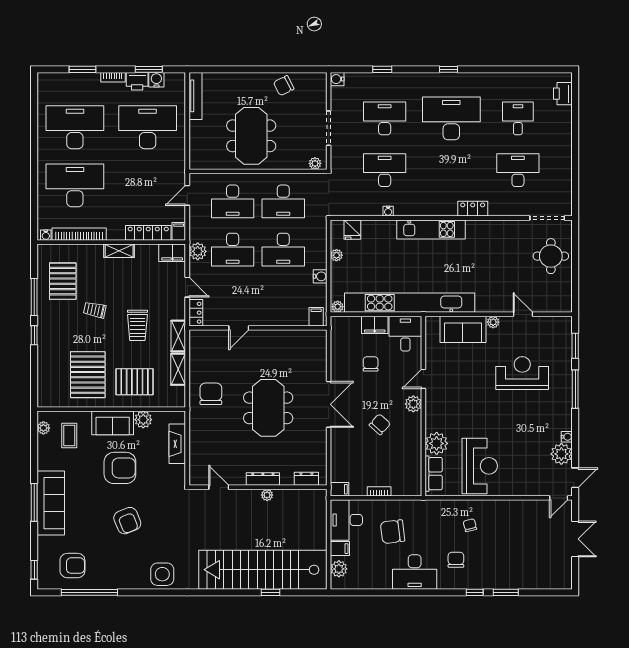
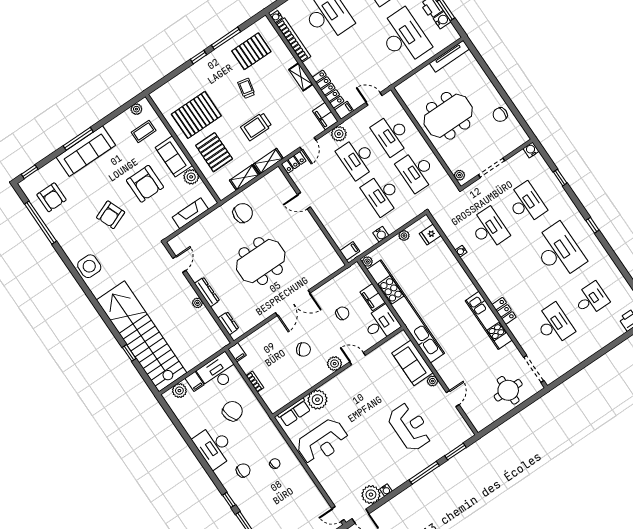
chair: (284, 86) -> (500, 115), turned -63
kitchen unit: (431, 229) -> (489, 320), moved
chair: (393, 532) -> (232, 411), turned 77

